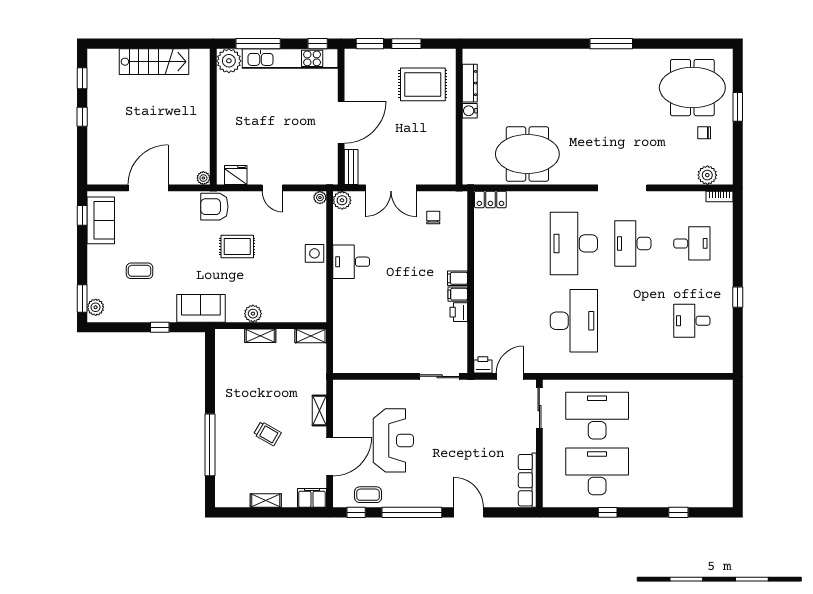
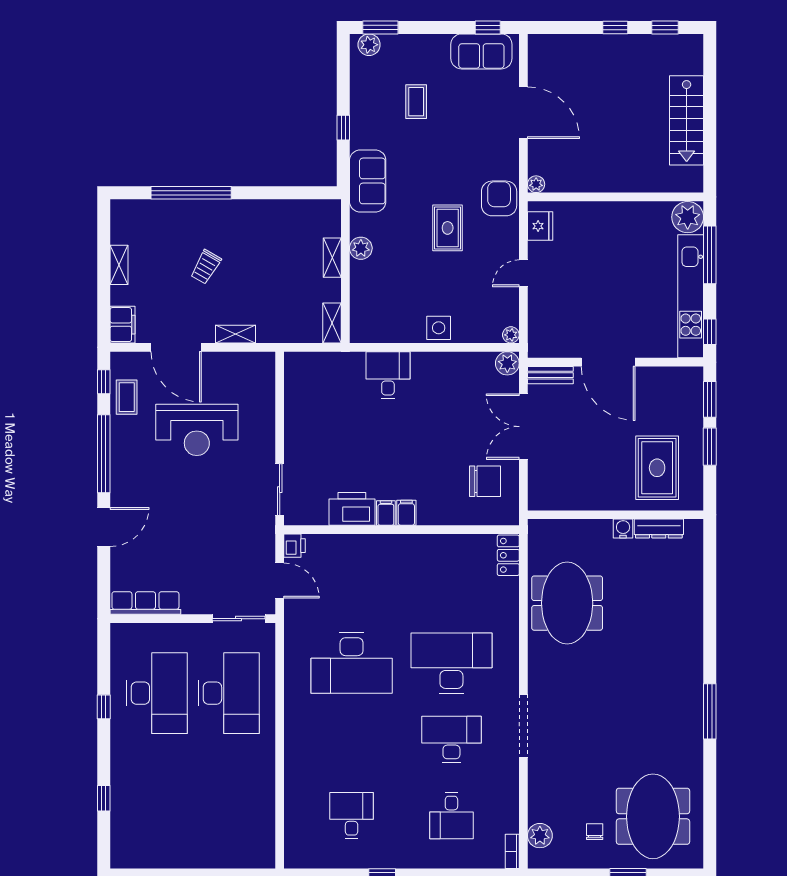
chair: (433, 218) -> (485, 481), width x1.87, depth x1.87
desk: (351, 262) -> (388, 375), moved
printer: (459, 312) -> (352, 509), width x1.87, depth x1.48

